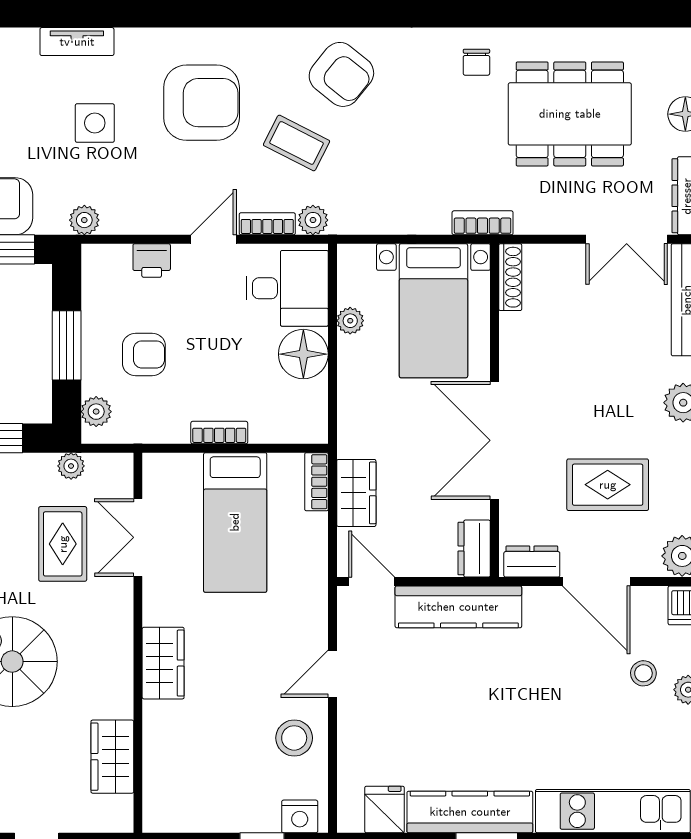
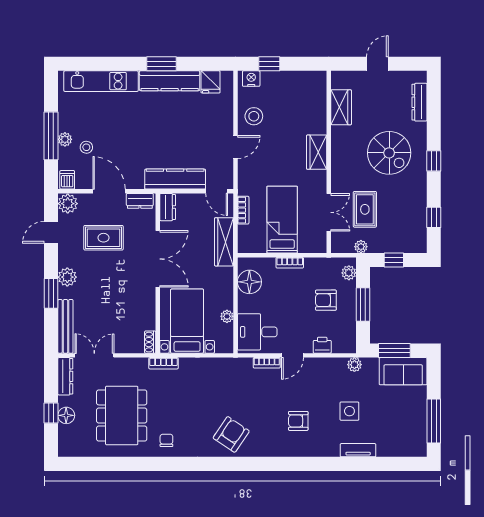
armchair: (341, 74) -> (231, 434), turned 85
armchair: (202, 103) -> (298, 421), width x0.53, depth x0.53
dining table: (570, 114) -> (122, 415), turned 90
coffee table: (297, 143) -> (253, 402), removed
plant: (313, 220) -> (245, 365), removed
shoe rack: (510, 277) -> (150, 342), width x0.70
floor lamp: (303, 354) -> (249, 282), moved
bookcase: (316, 482) -> (243, 210), moved
wardrobe: (356, 493) -> (224, 242), width x1.50

